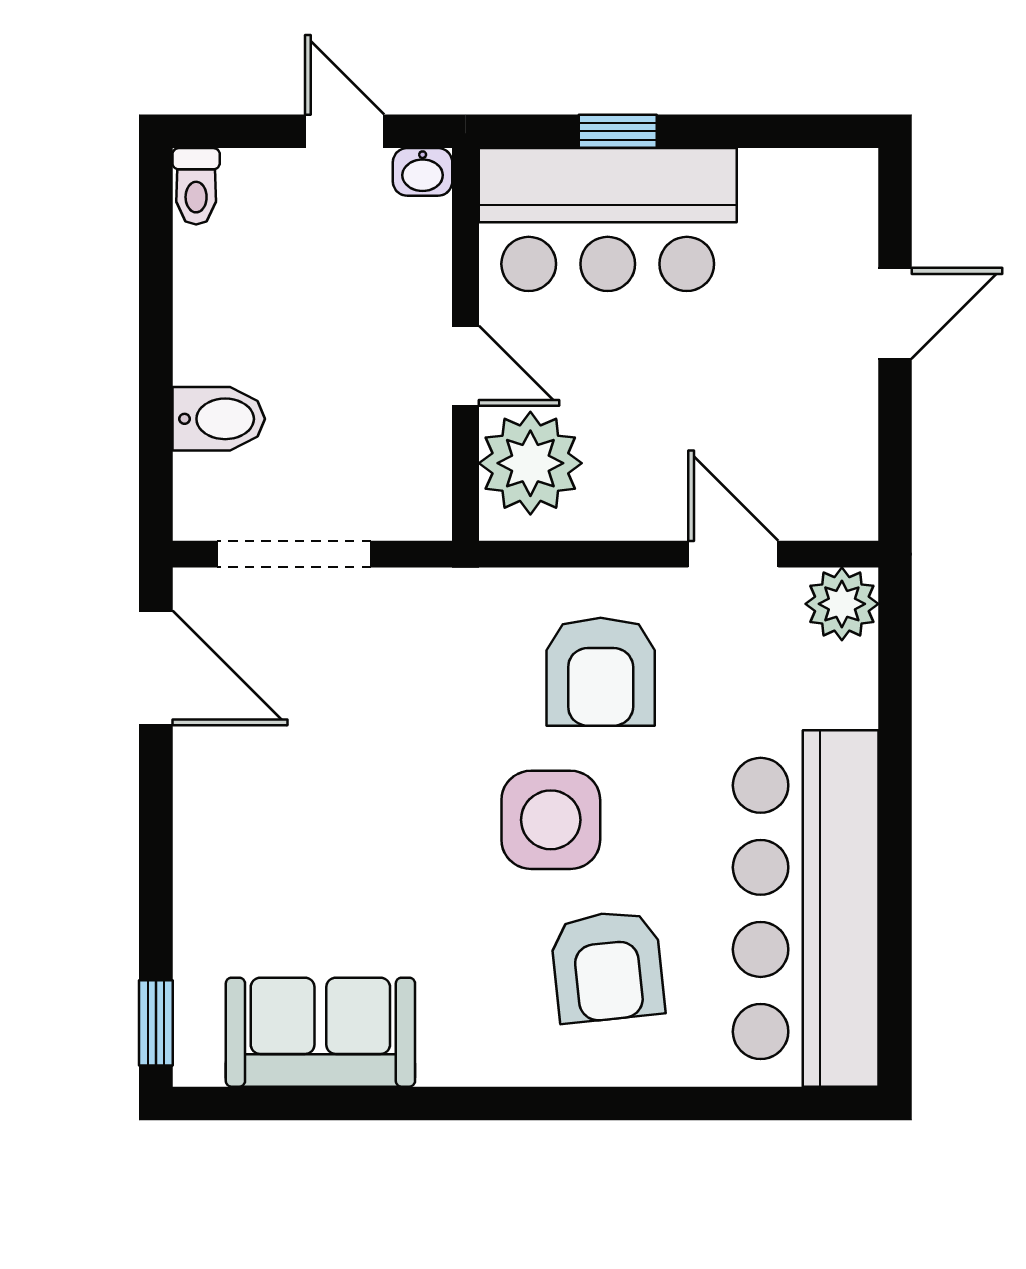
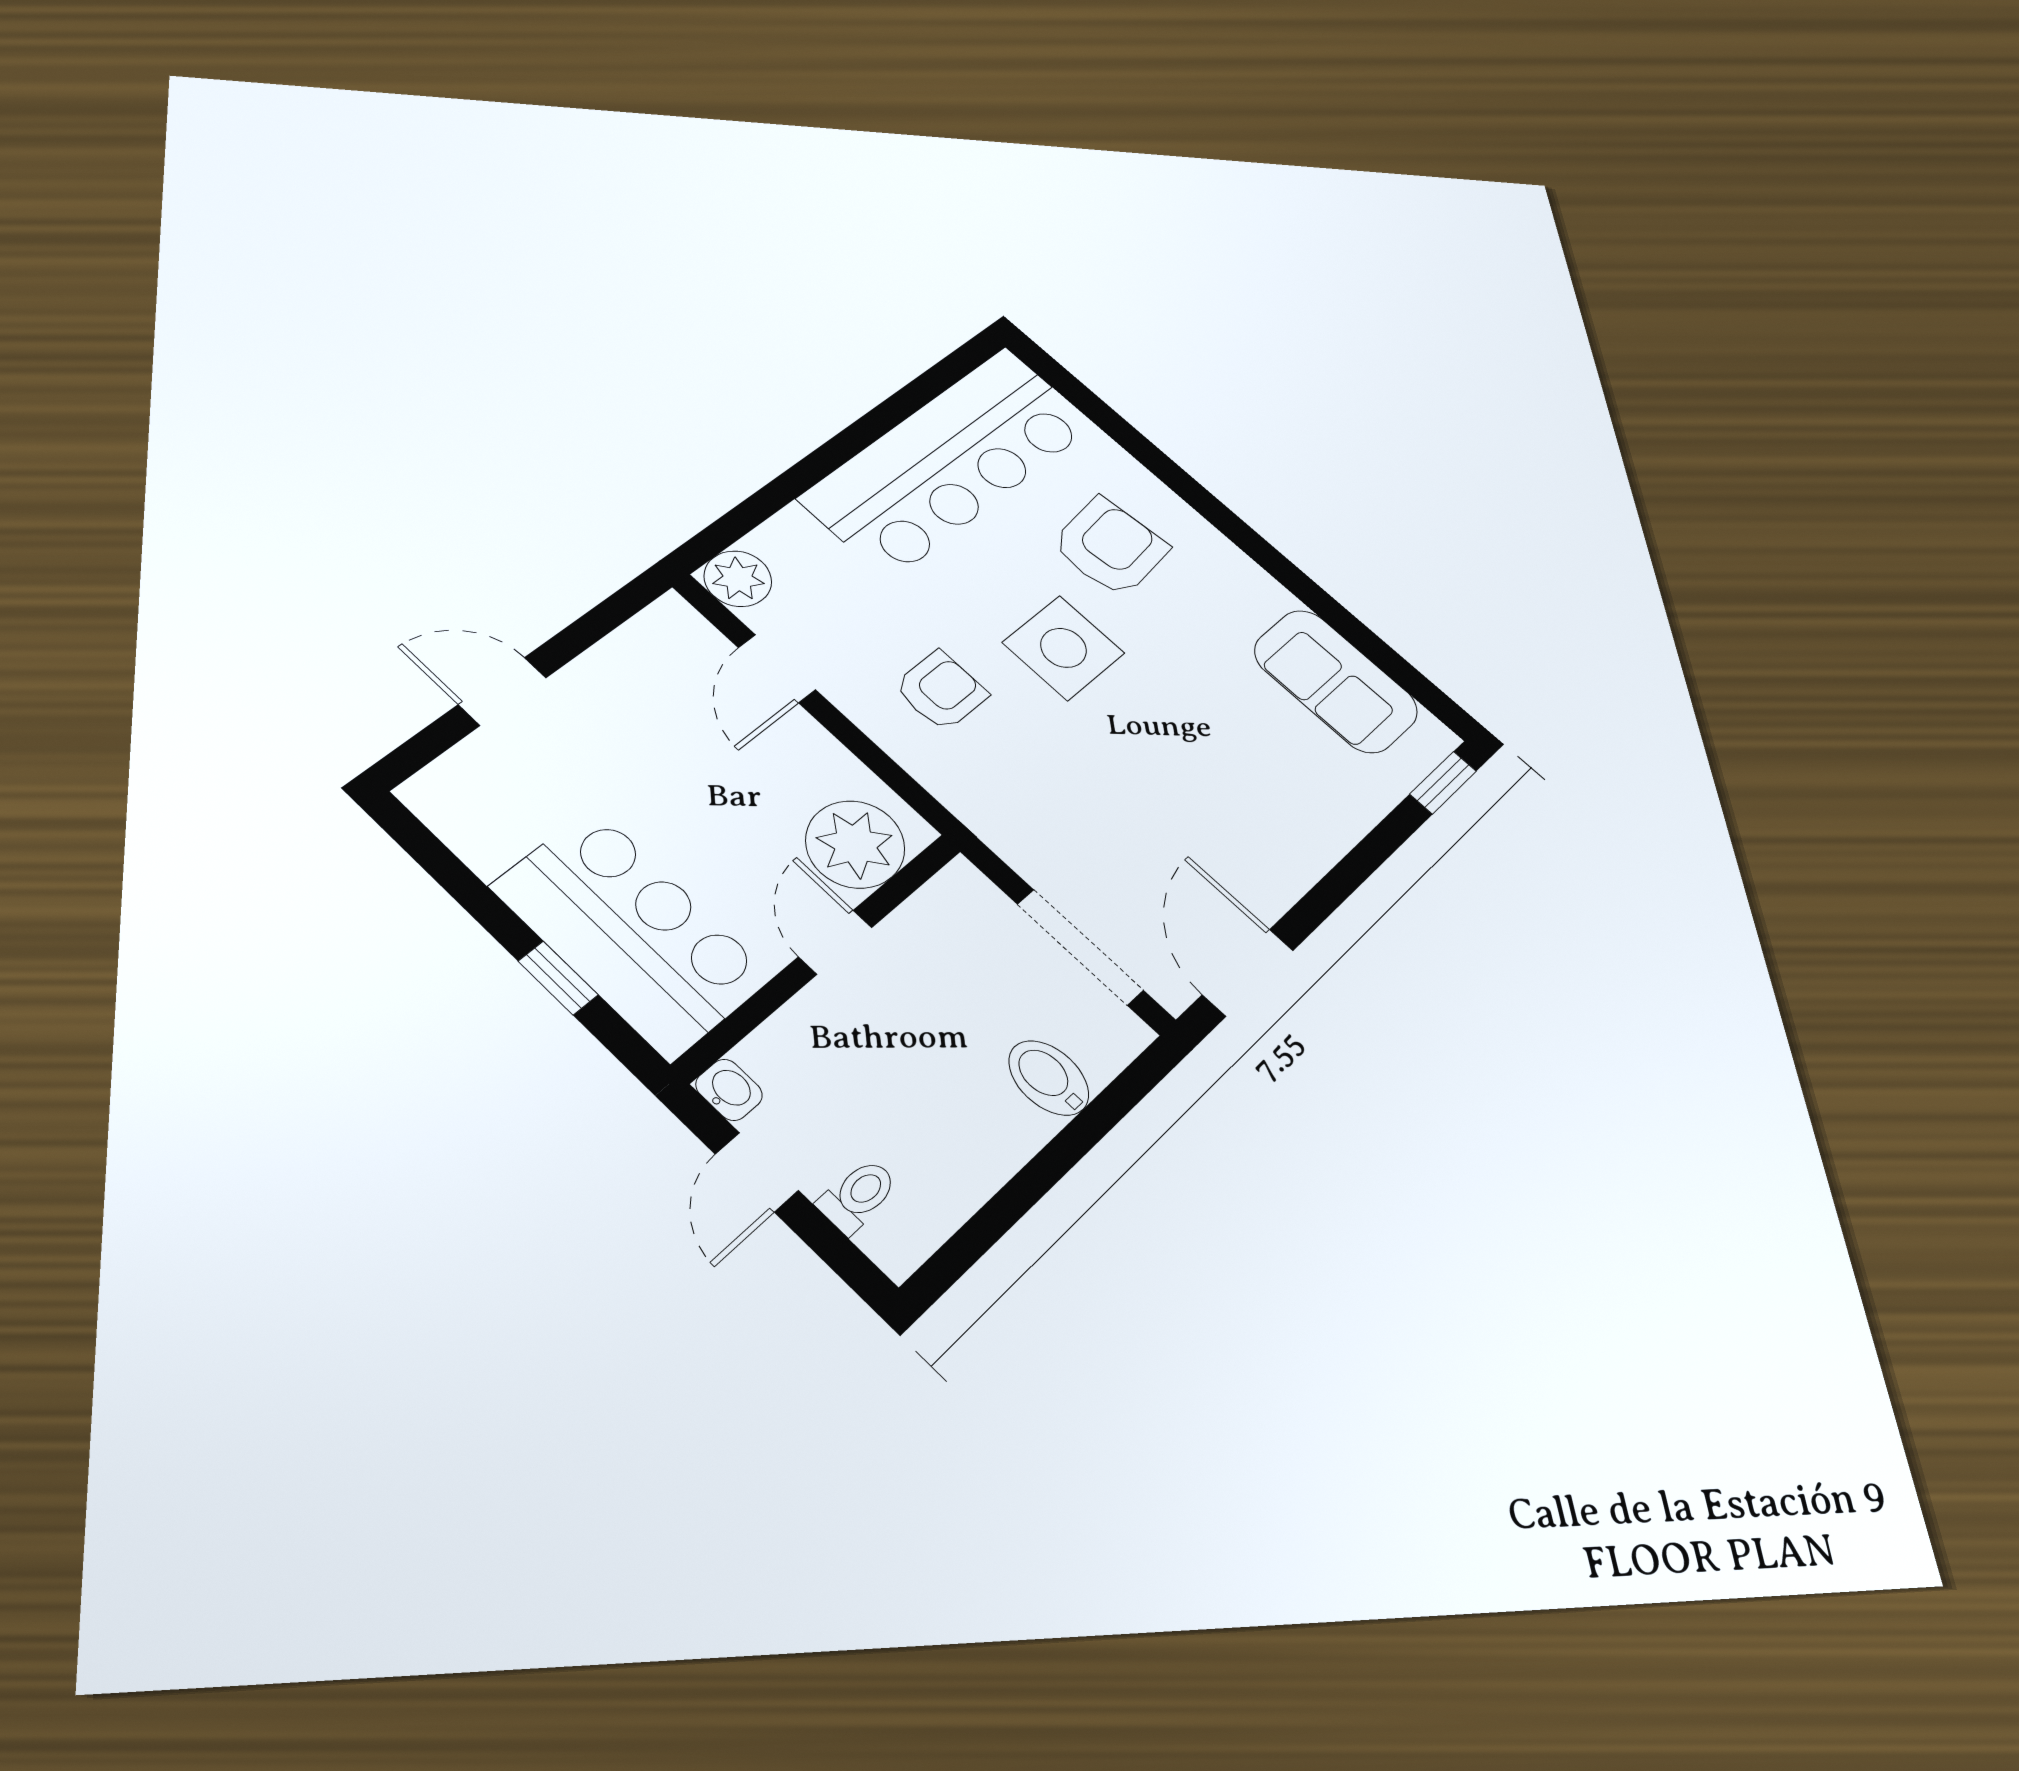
toilet: (196, 186) -> (858, 1196), moved
armchair: (601, 672) -> (941, 691), width x0.72, depth x0.72

